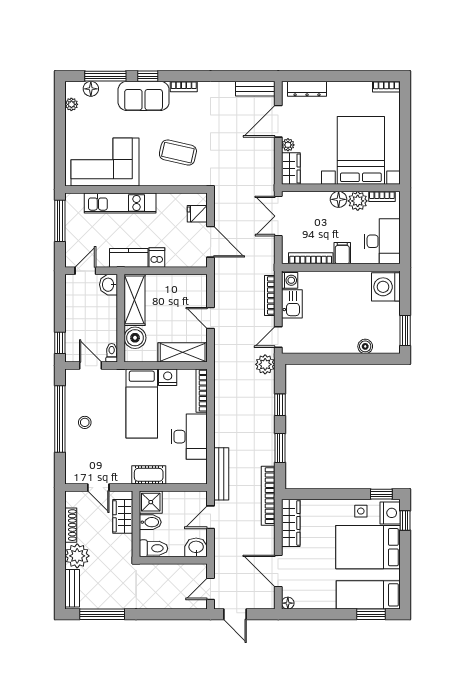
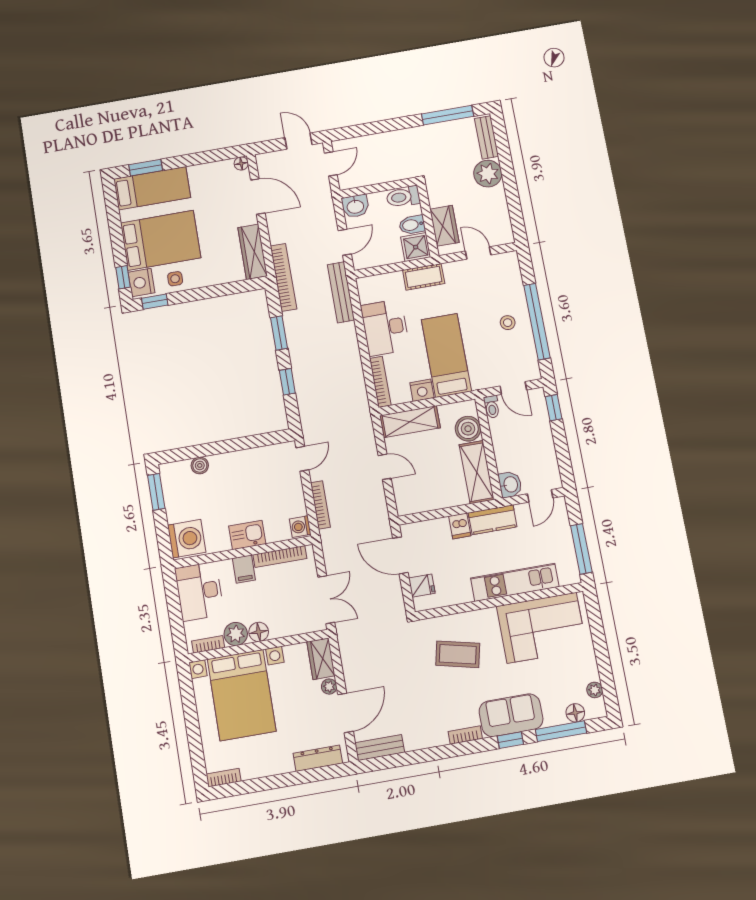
kitchen sink: (292, 304) -> (247, 535), moved, turned 90
plant: (265, 364) -> (312, 425), removed
shoe rack: (71, 525) -> (501, 206), removed

